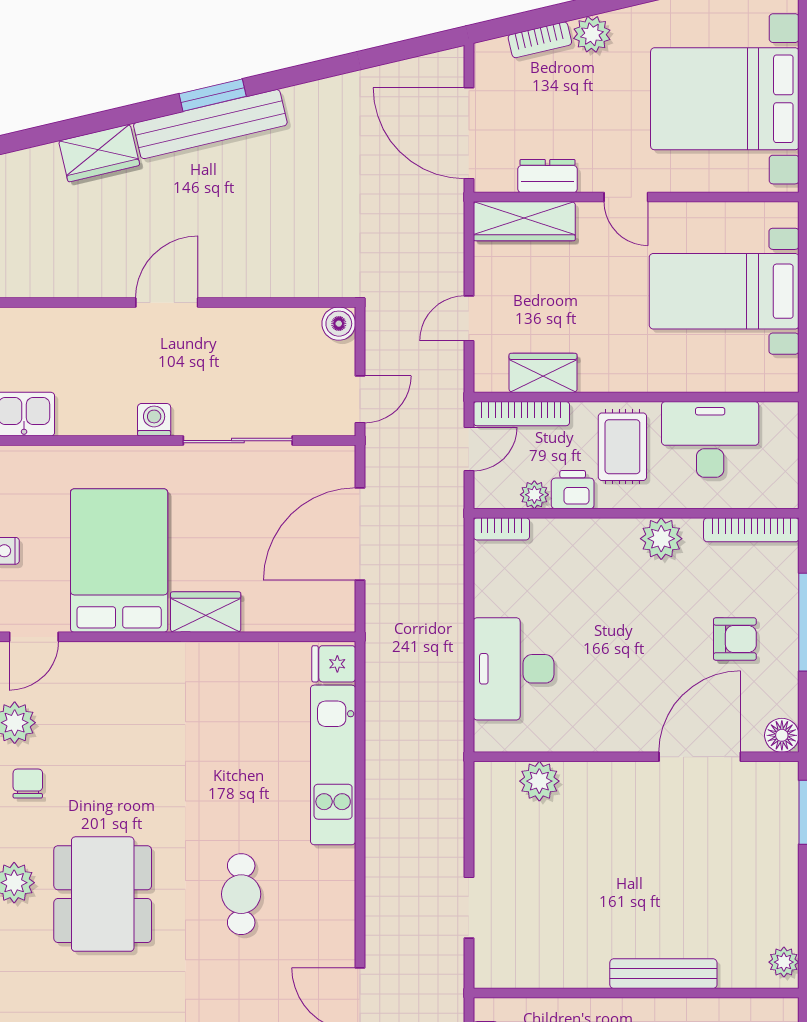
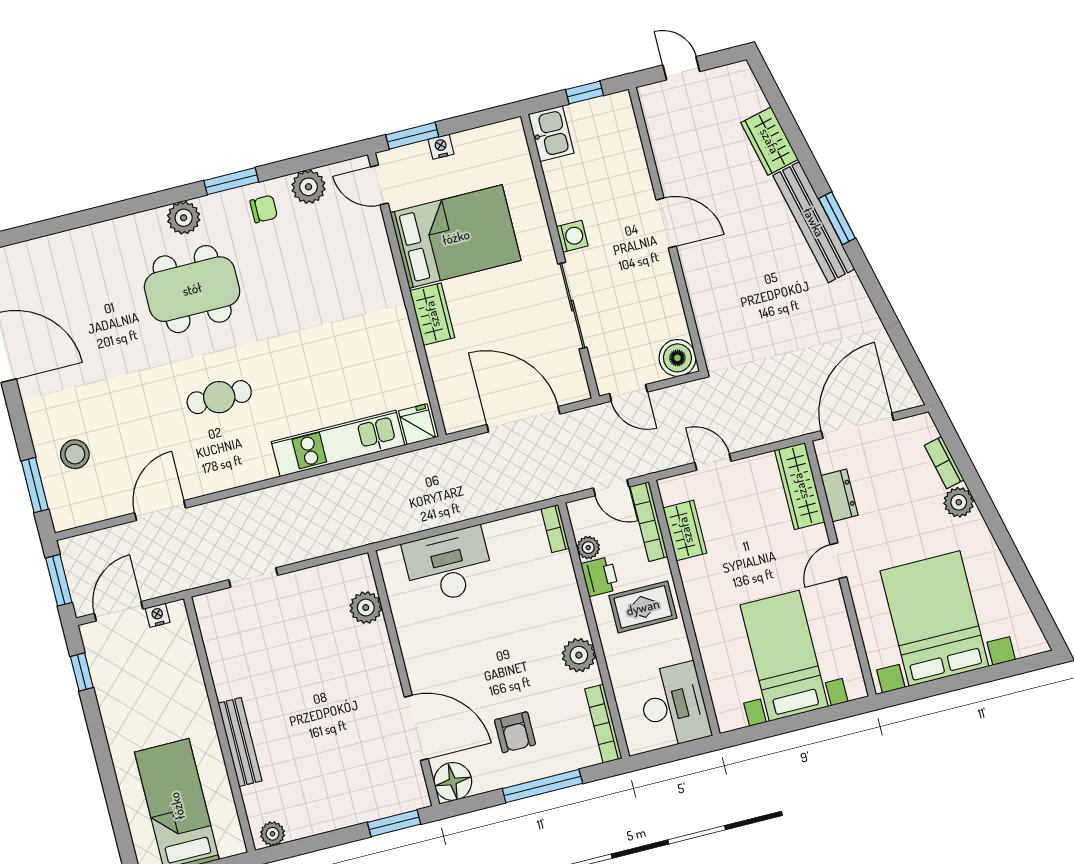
boiler: (339, 324) -> (677, 358), width x1.36, depth x1.36
desk: (710, 439) -> (674, 705), moved
floor lamp: (782, 735) -> (453, 782), width x1.38, depth x1.38

